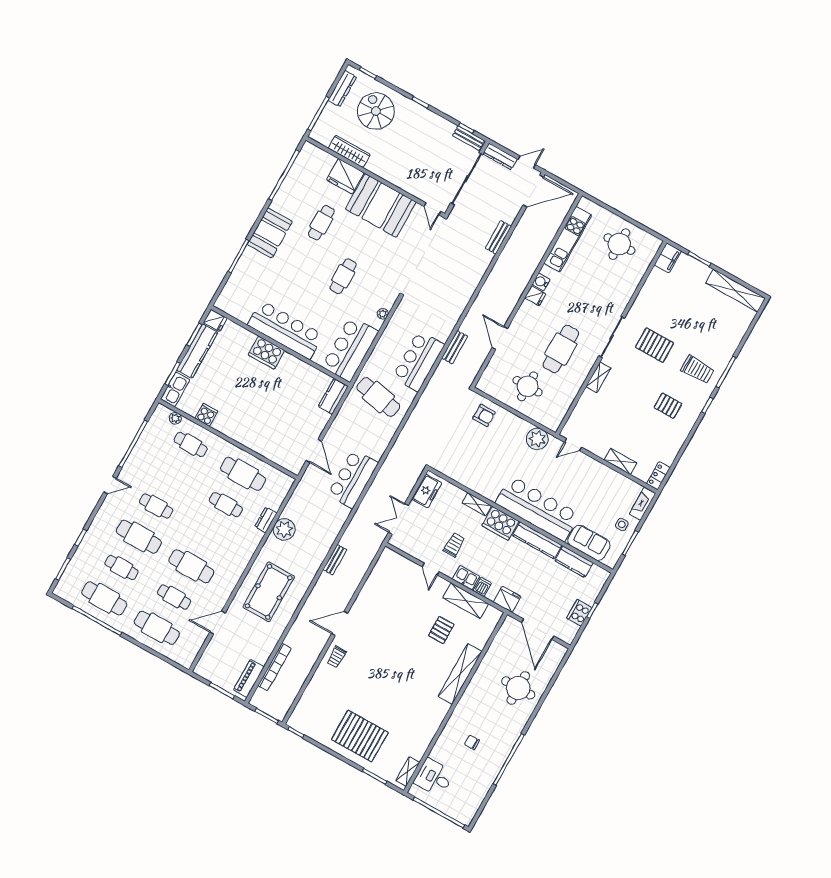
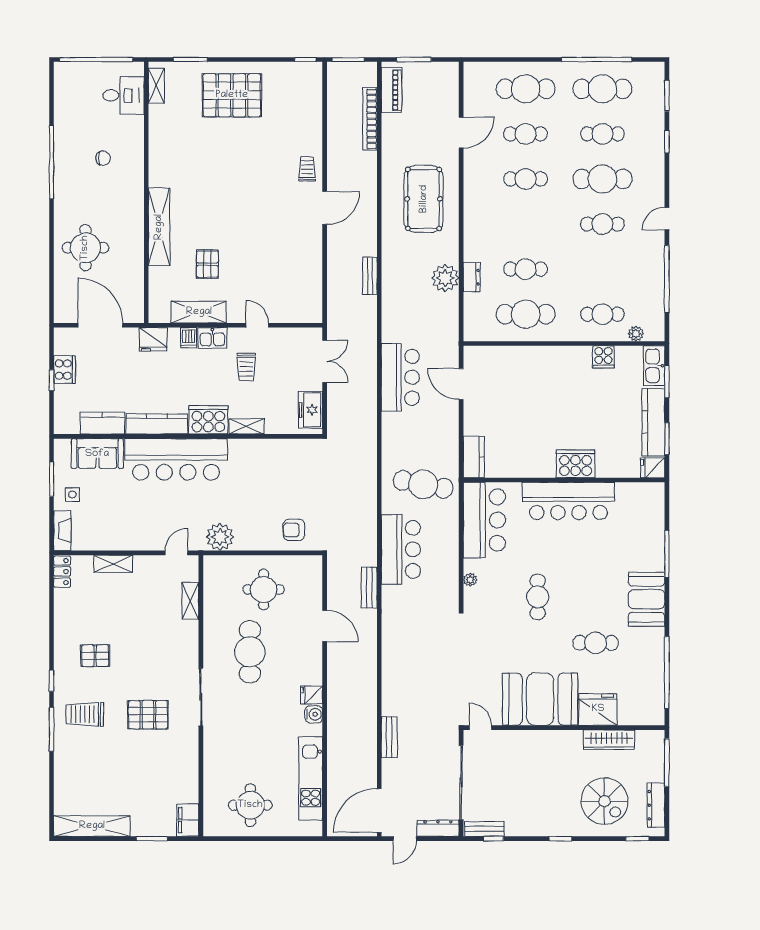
cafe table: (321, 223) -> (596, 643), turned 90
shelving: (598, 377) -> (190, 601), moved
cafe table: (191, 566) -> (526, 179), width x0.73, depth x0.74

